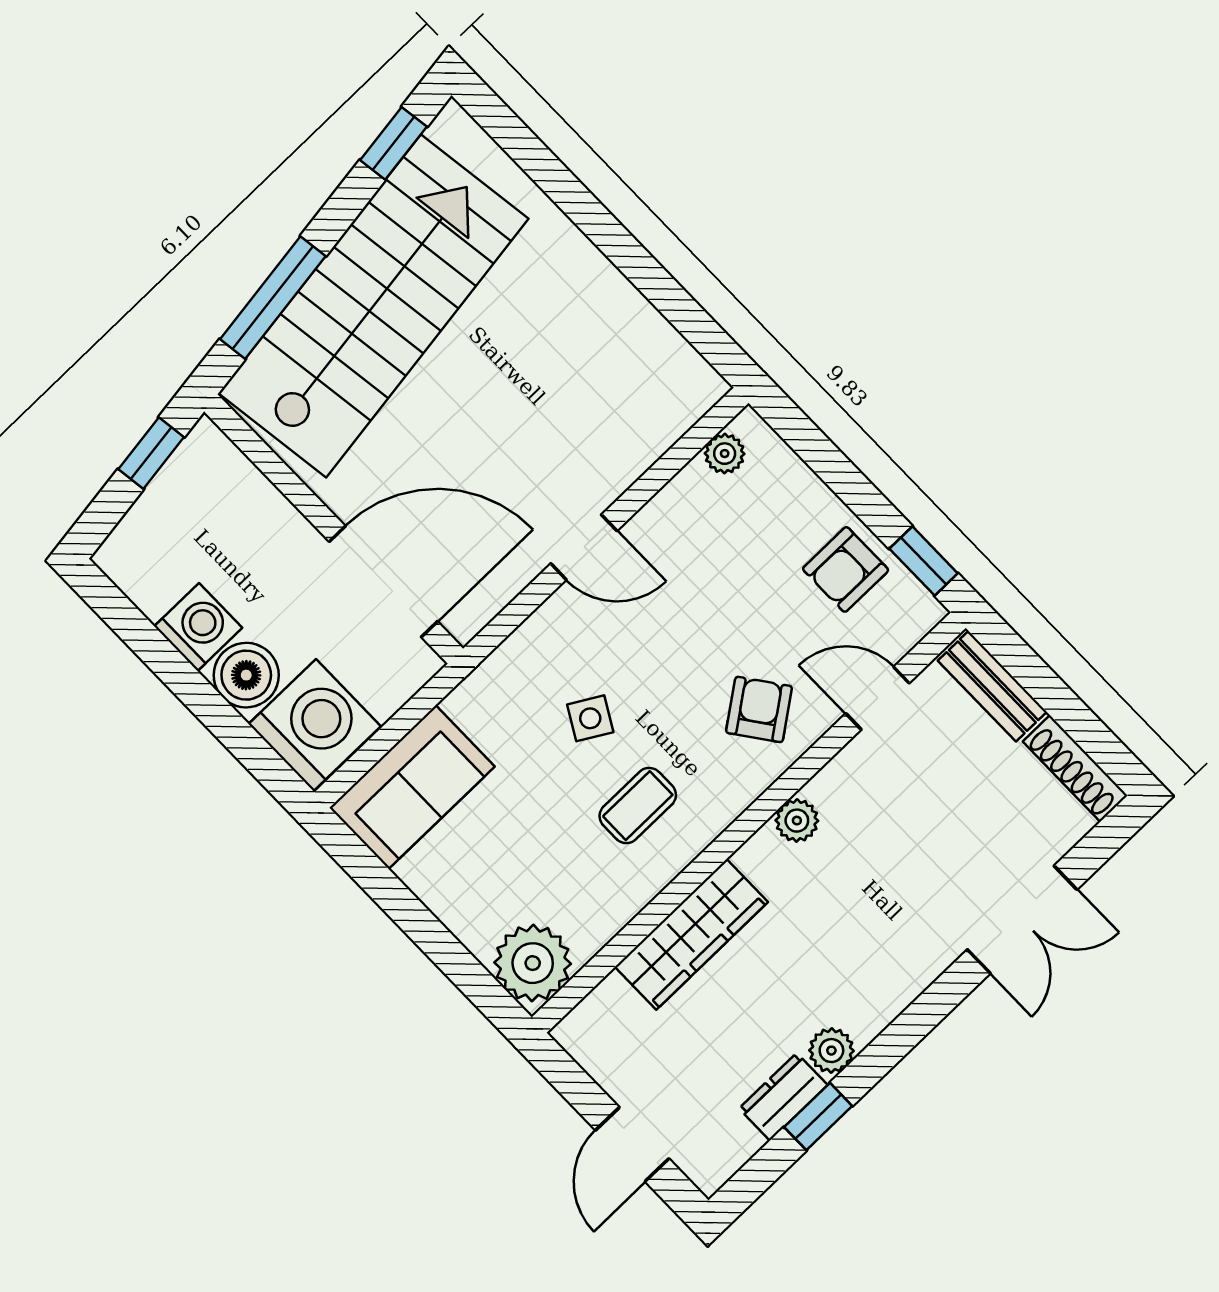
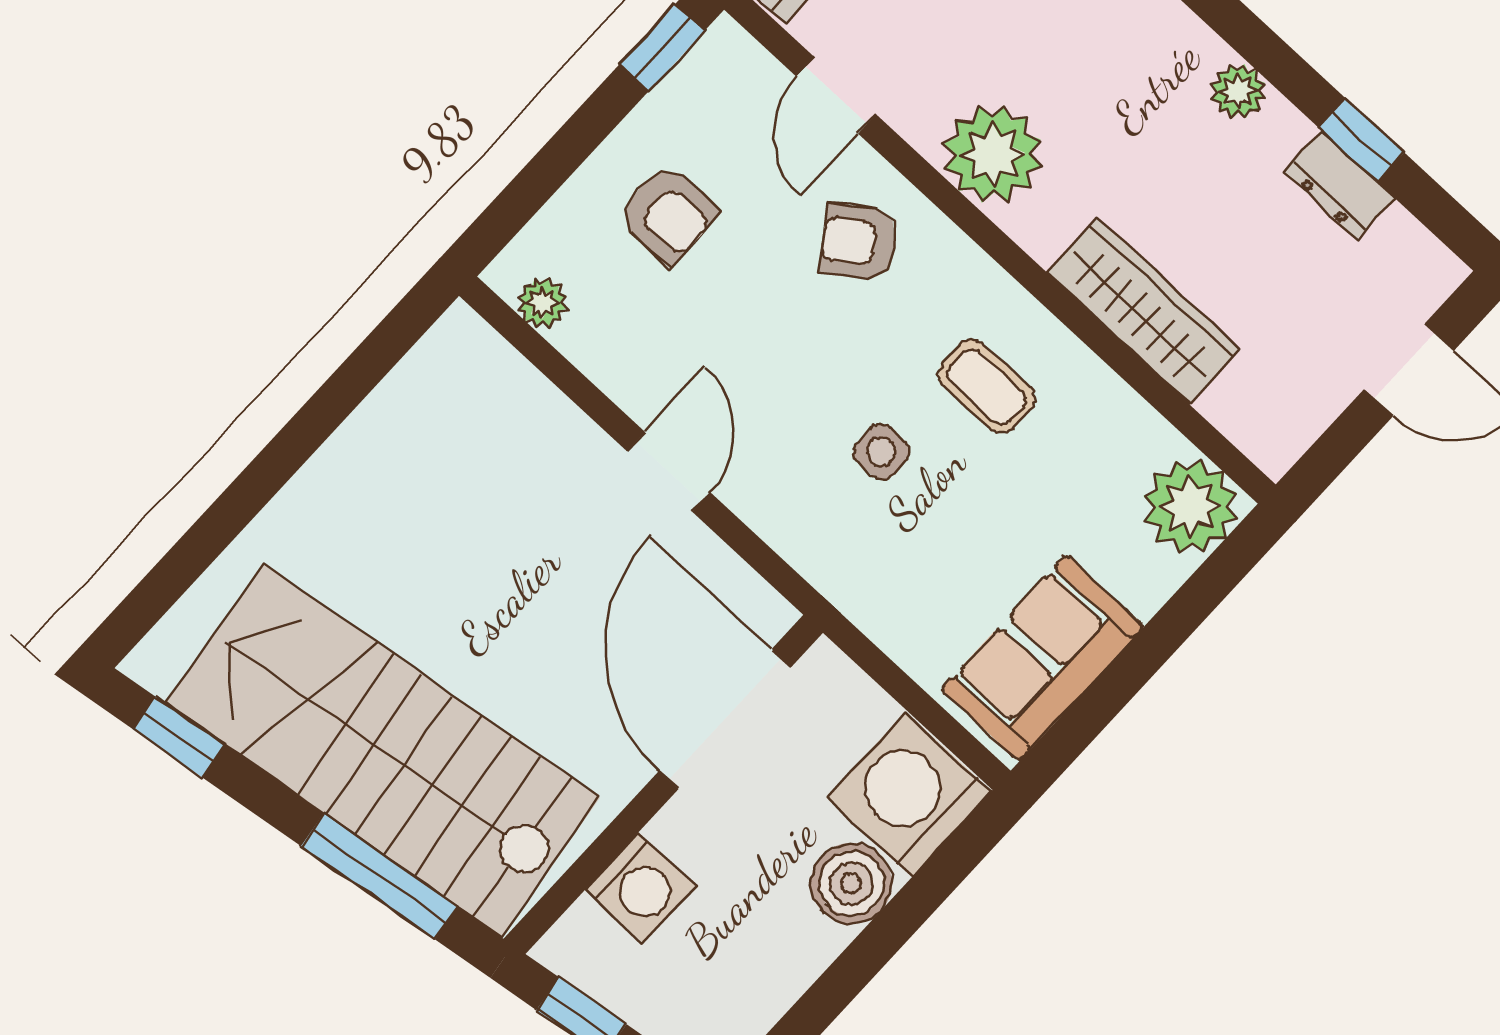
armchair: (846, 569) -> (668, 214), moved
washing machine: (198, 627) -> (640, 888), moved, turned 180
side table: (590, 718) -> (881, 452), turned -30
sofa: (412, 787) -> (1043, 658), moved, turned -90
plant: (797, 821) -> (993, 154), width x1.87, depth x1.87
plant: (831, 1051) -> (1238, 91), moved

